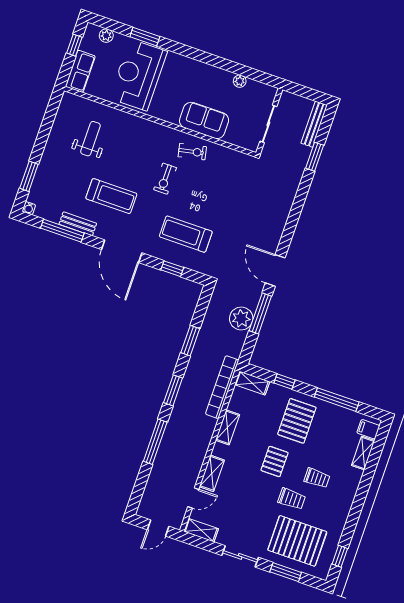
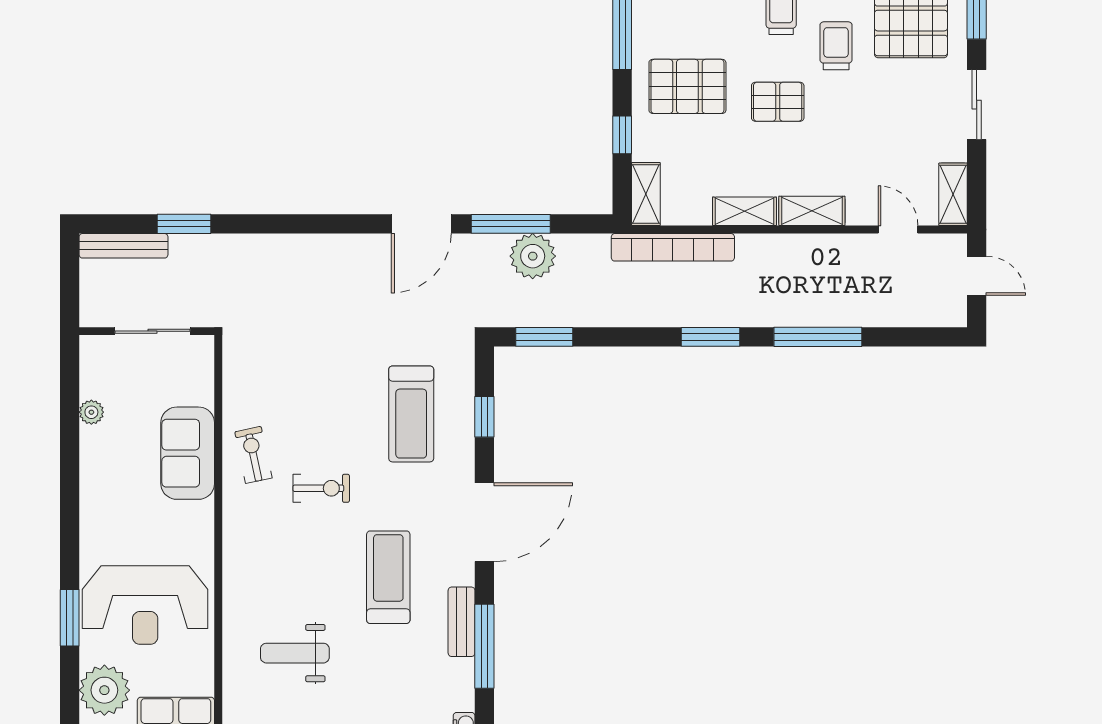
plant: (106, 36) -> (104, 690), width x1.88, depth x1.88
window: (190, 341) -> (544, 337), moved
shelving: (212, 473) -> (812, 211), moved

